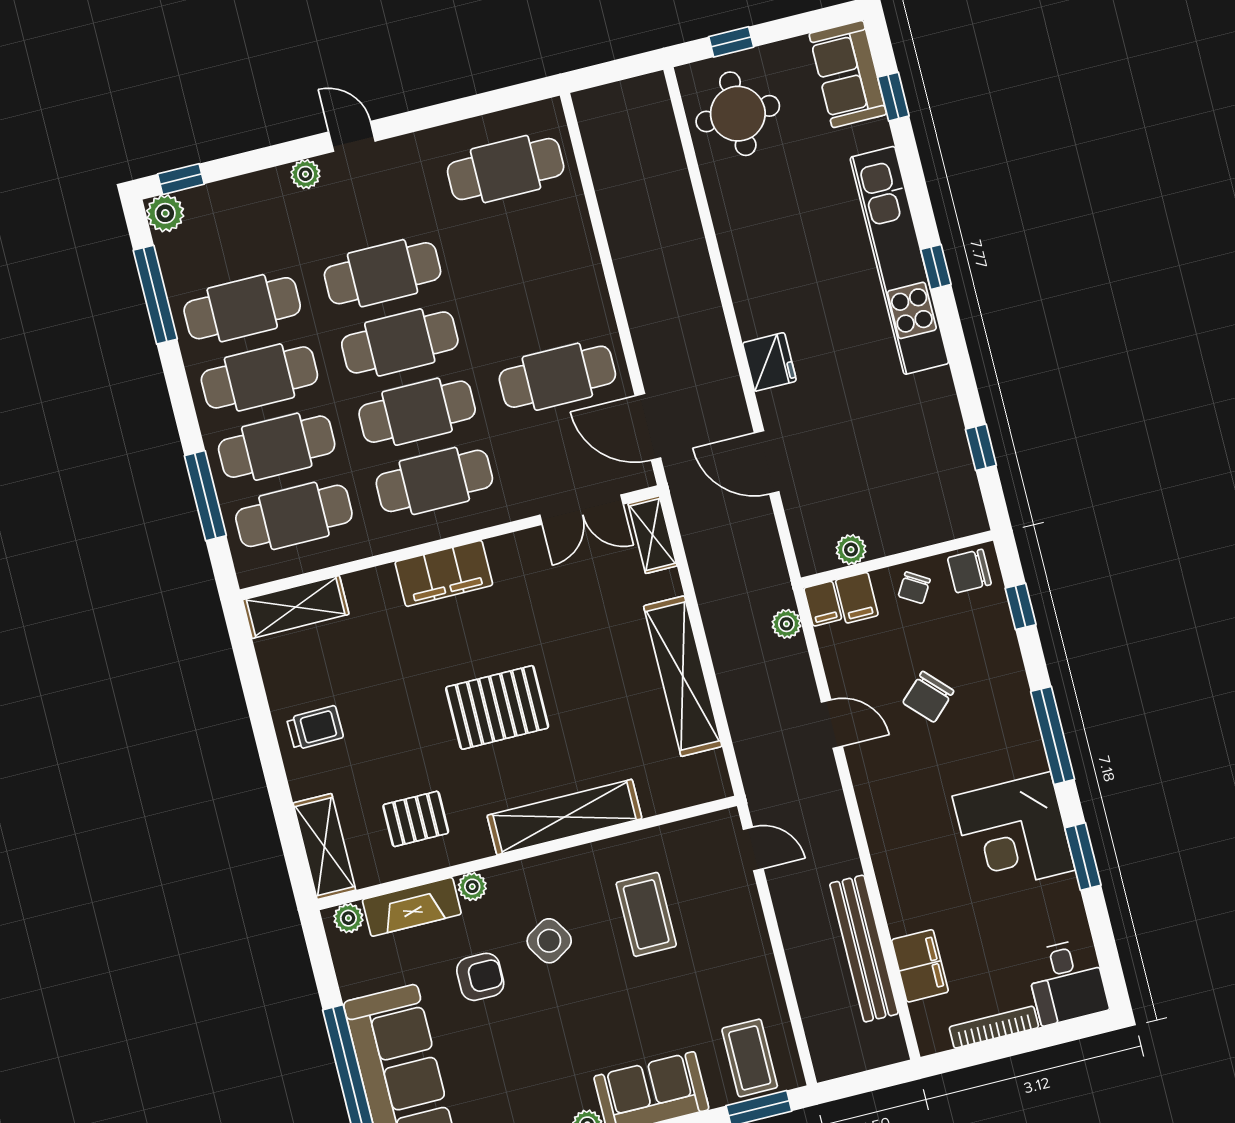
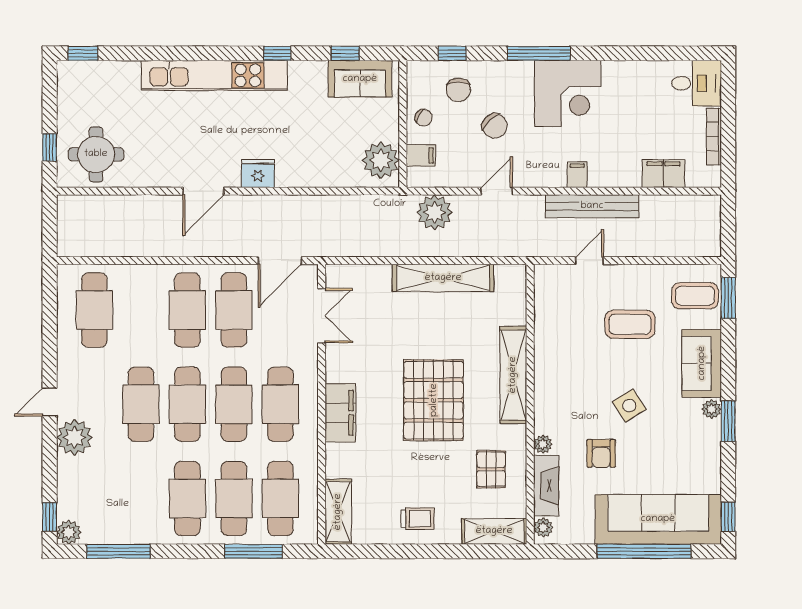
sofa: (848, 74) -> (360, 79), moved
window: (893, 97) -> (83, 53), moved
plant: (305, 174) -> (74, 437), width x1.87, depth x1.87
window: (936, 267) -> (277, 53), moved
cafe table: (242, 308) -> (187, 310), moved
door: (767, 462) -> (203, 191), moved
shelving: (653, 535) -> (349, 275), removed
plant: (851, 550) -> (381, 160), width x1.88, depth x1.88
chair: (969, 571) -> (458, 90), moved
filing cabinet: (823, 604) -> (577, 175), moved, turned -90
plant: (786, 624) -> (435, 212), width x1.88, depth x1.88
pallet: (497, 707) -> (434, 400), width x1.37, depth x1.41
trolley: (315, 728) -> (418, 519), turned 91
corner desk: (1014, 833) -> (568, 93), moved
door: (753, 849) -> (590, 261), moved
window: (1083, 856) -> (620, 53), removed
coffee table: (646, 914) -> (630, 324), moved
side table: (549, 941) -> (629, 406), moved
bench: (864, 949) -> (592, 206), moved
armchair: (480, 977) -> (601, 453), turned 180

